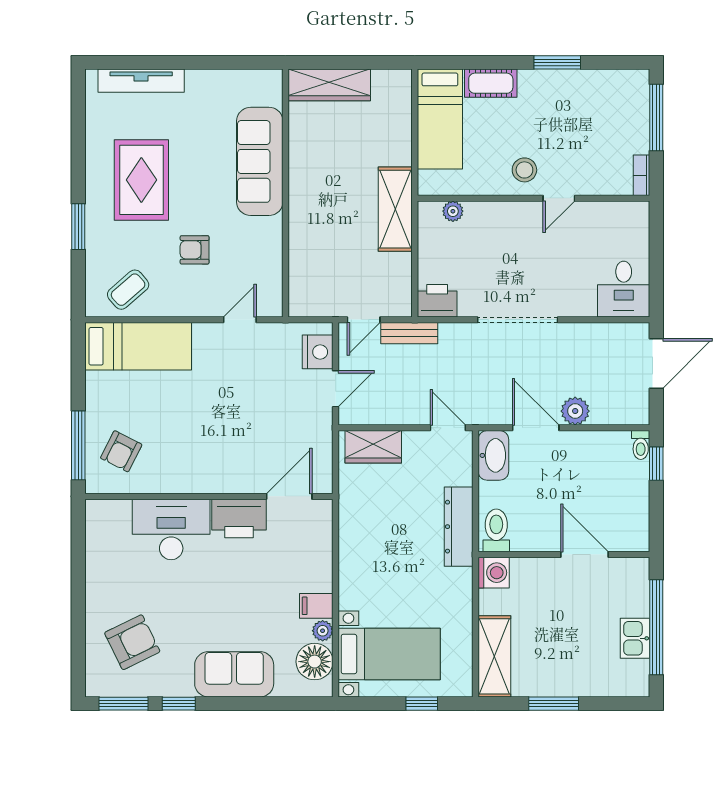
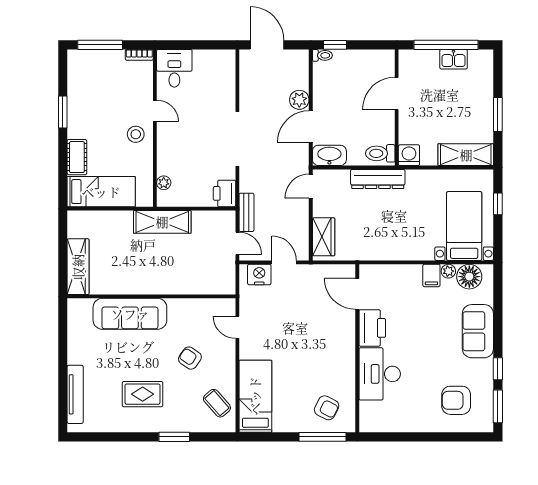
rug: (141, 180) -> (143, 394), width x0.73, depth x0.70
armchair: (195, 250) -> (190, 358), turned 125
desk: (624, 289) -> (174, 68), moved, turned -90
armchair: (132, 642) -> (456, 400), turned -64

